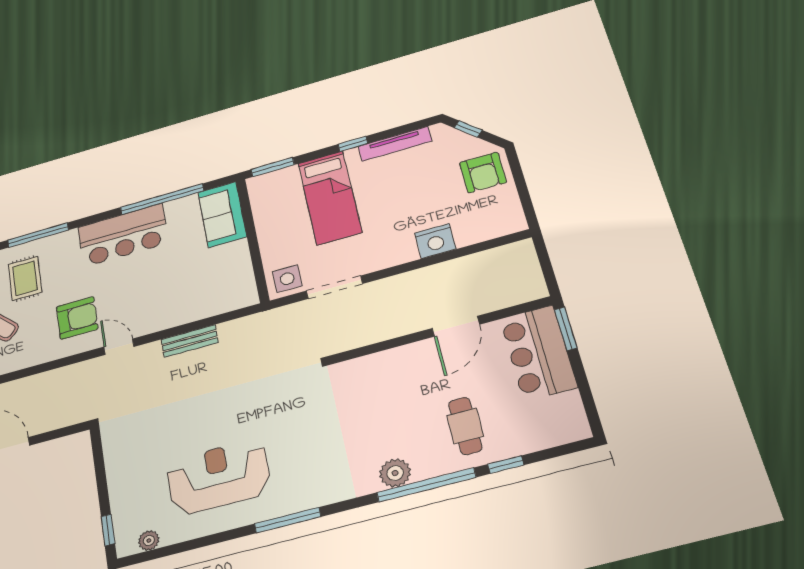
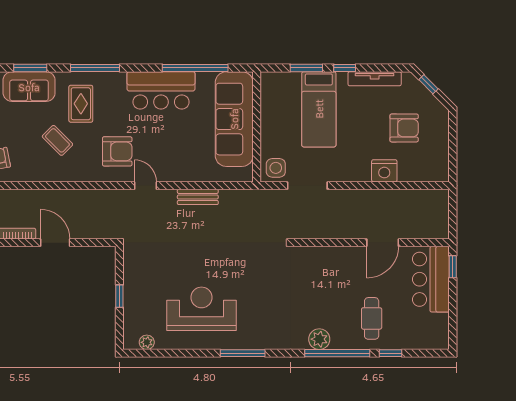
window: (273, 167) -> (306, 68), moved
armchair: (483, 173) -> (404, 128), moved, turned -90
sofa: (222, 214) -> (234, 119), width x1.85, depth x1.27
window: (566, 329) -> (453, 267), width x0.67
window: (108, 530) -> (119, 296), moved

